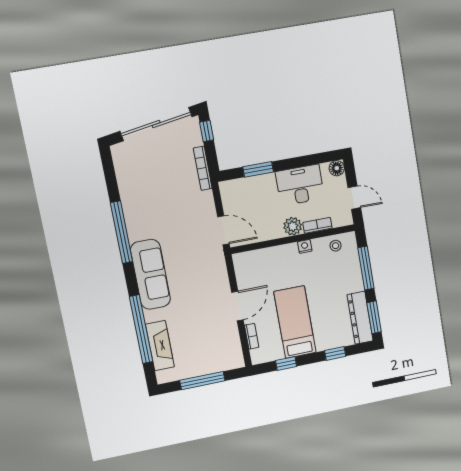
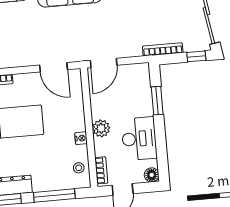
bookcase: (317, 225) -> (101, 170), moved
door: (237, 306) -> (54, 67), moved

